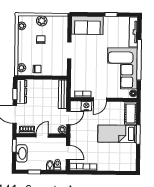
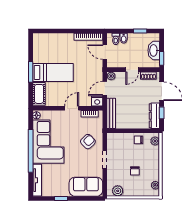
plant: (42, 21) -> (118, 191), moved
armchair: (85, 68) -> (88, 142), added
nightstand: (86, 106) -> (97, 101), moved

